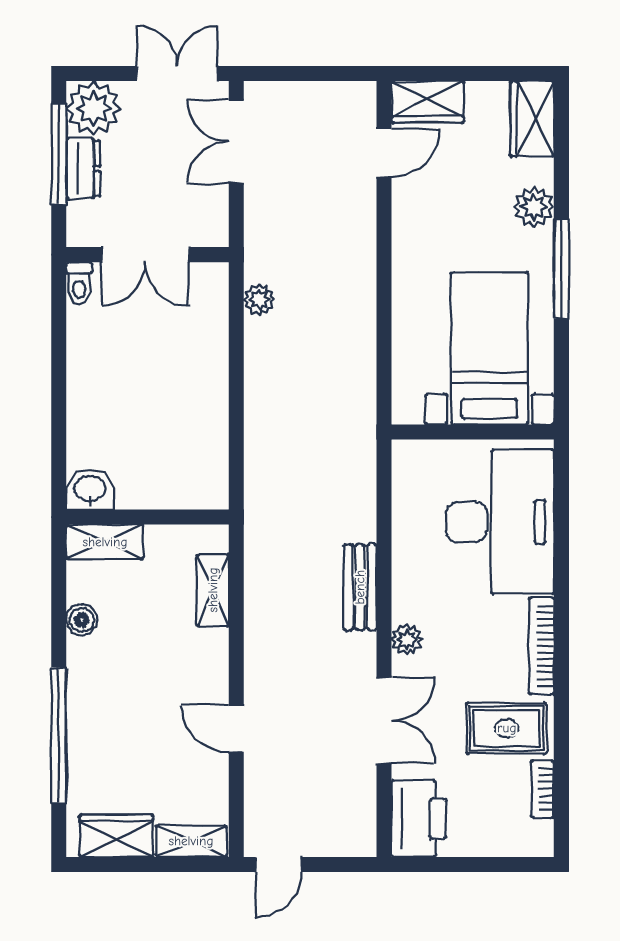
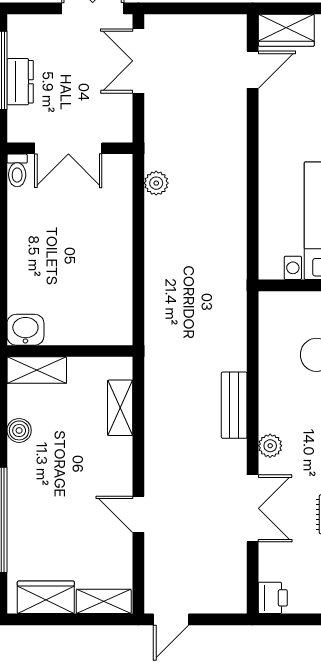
plant: (93, 108) -> (28, 35), removed
printer: (419, 819) -> (273, 598), width x0.53, depth x0.68

